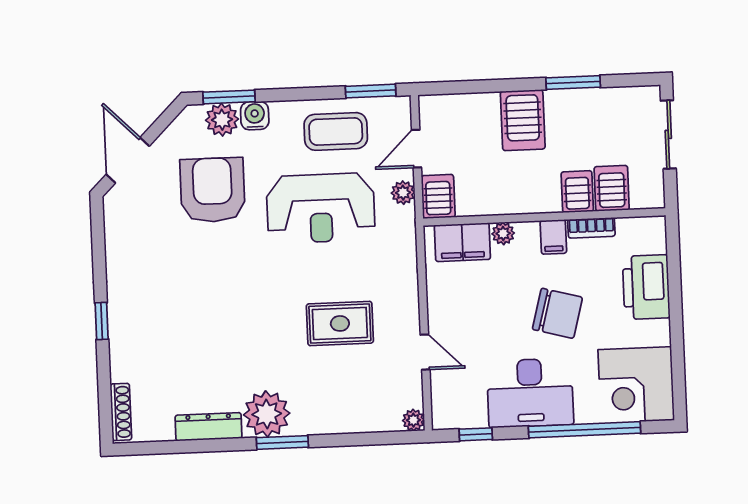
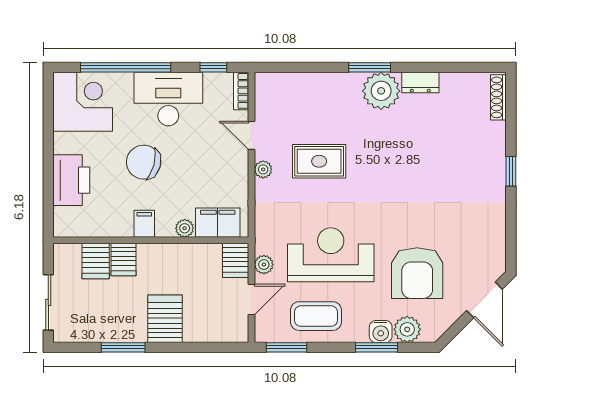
window: (229, 97) -> (376, 347), moved
bookcase: (591, 228) -> (241, 91), moved, turned -90
plant: (413, 420) -> (263, 169), moved
dresser: (209, 427) -> (420, 83), width x0.70

